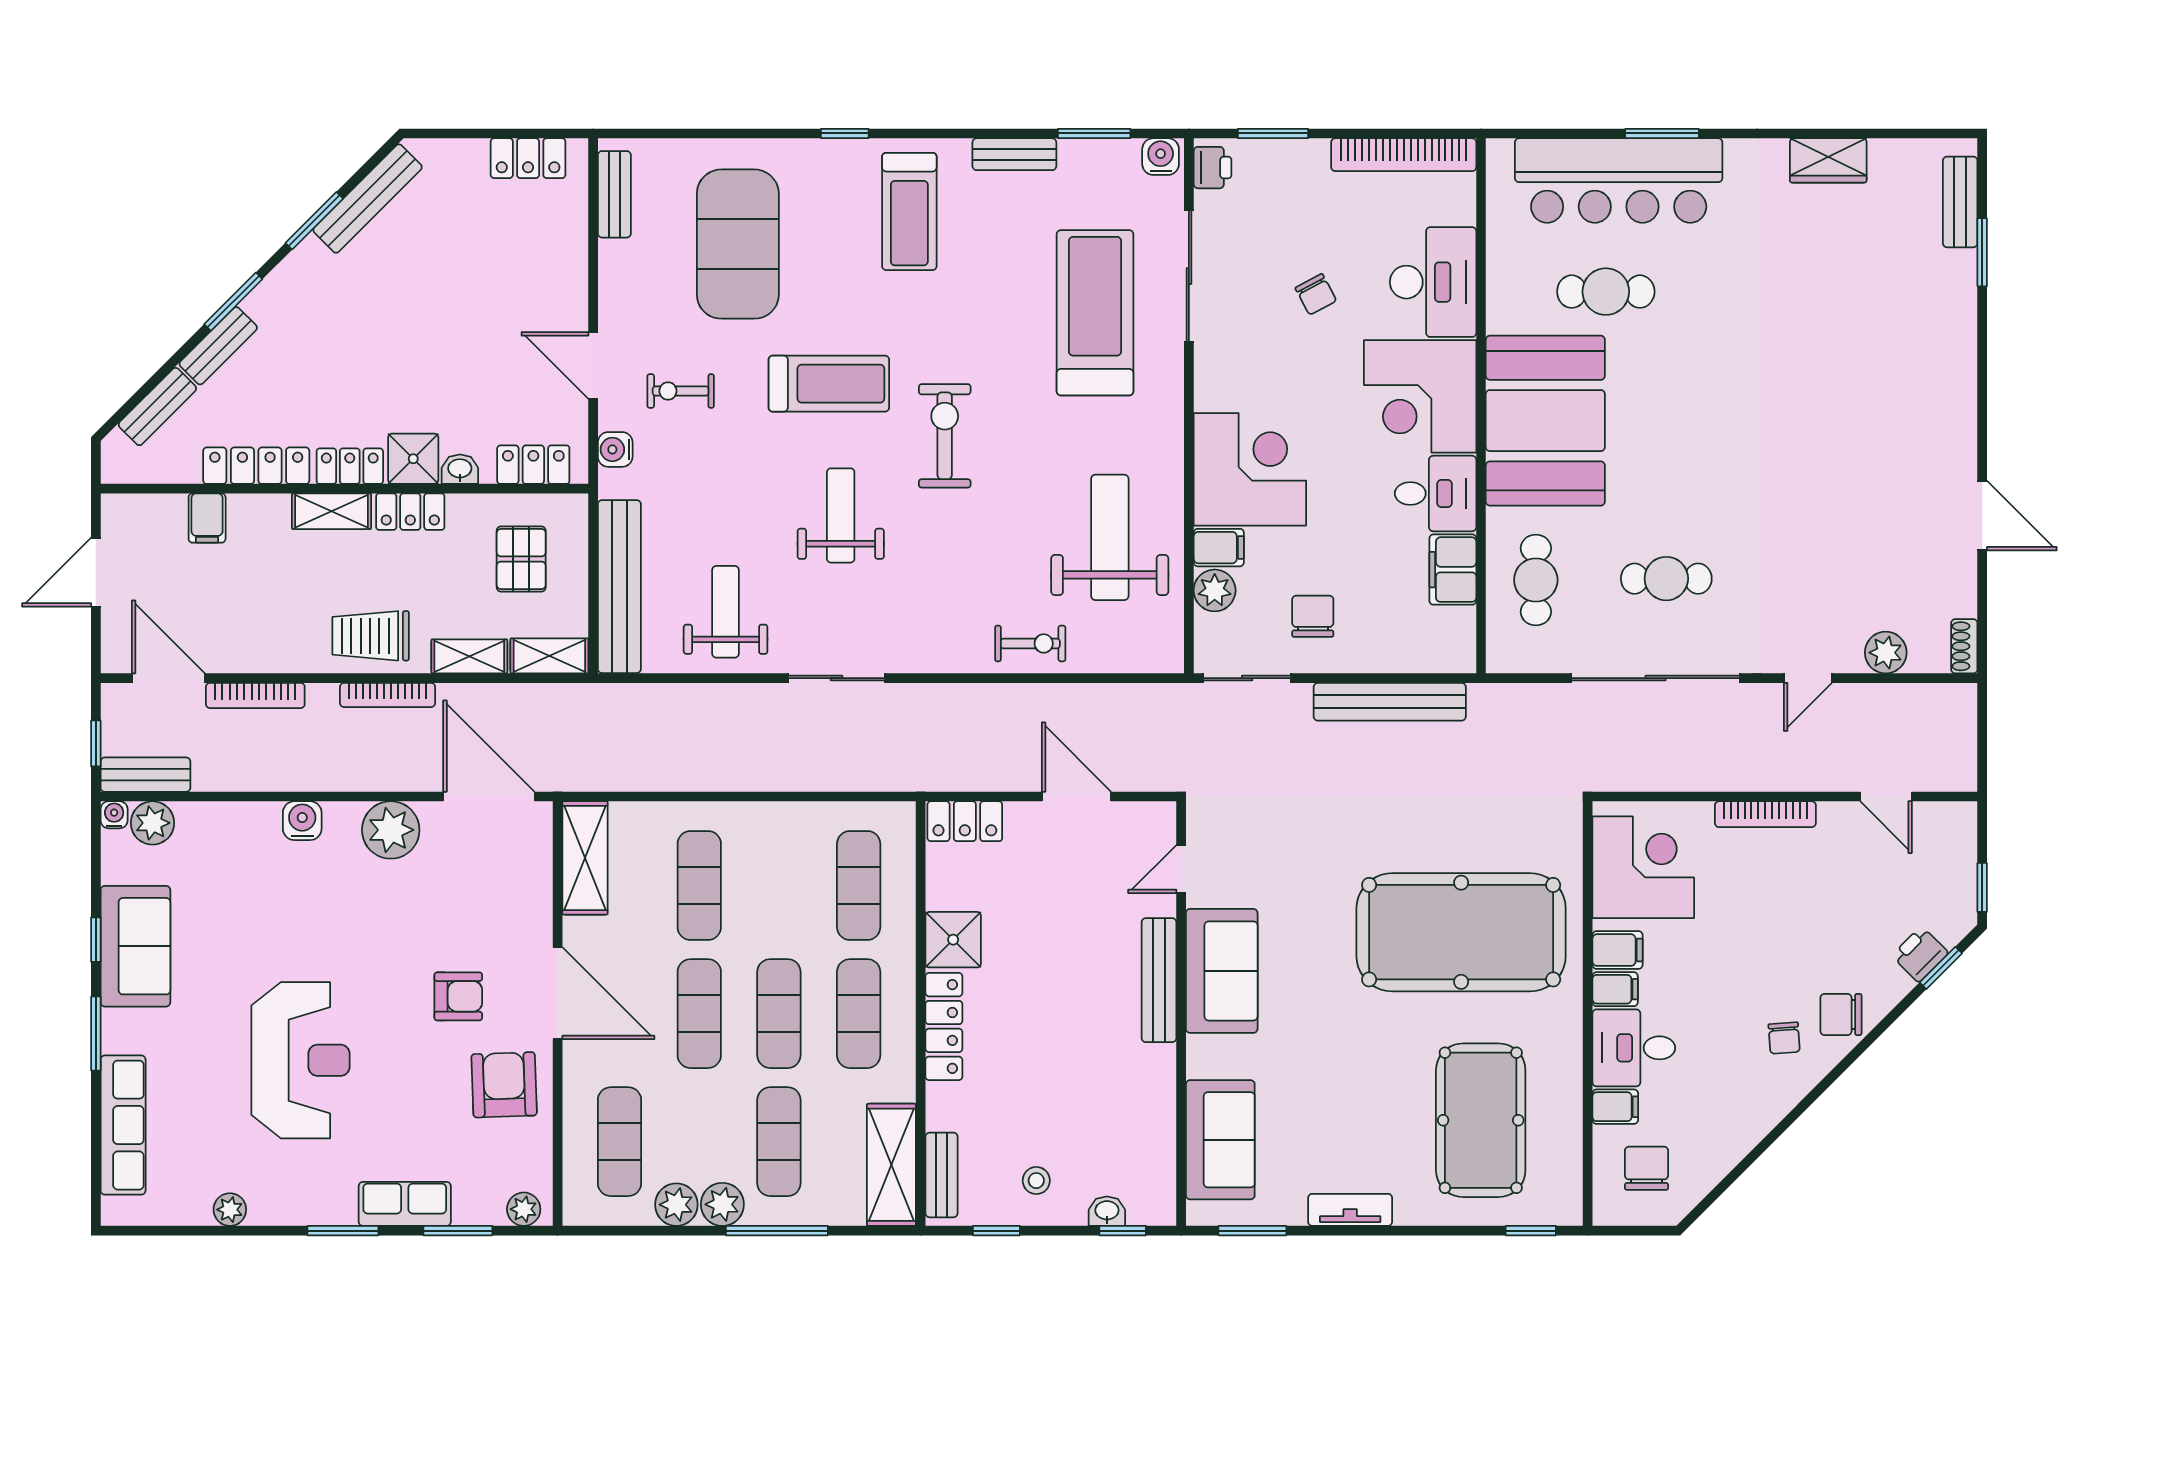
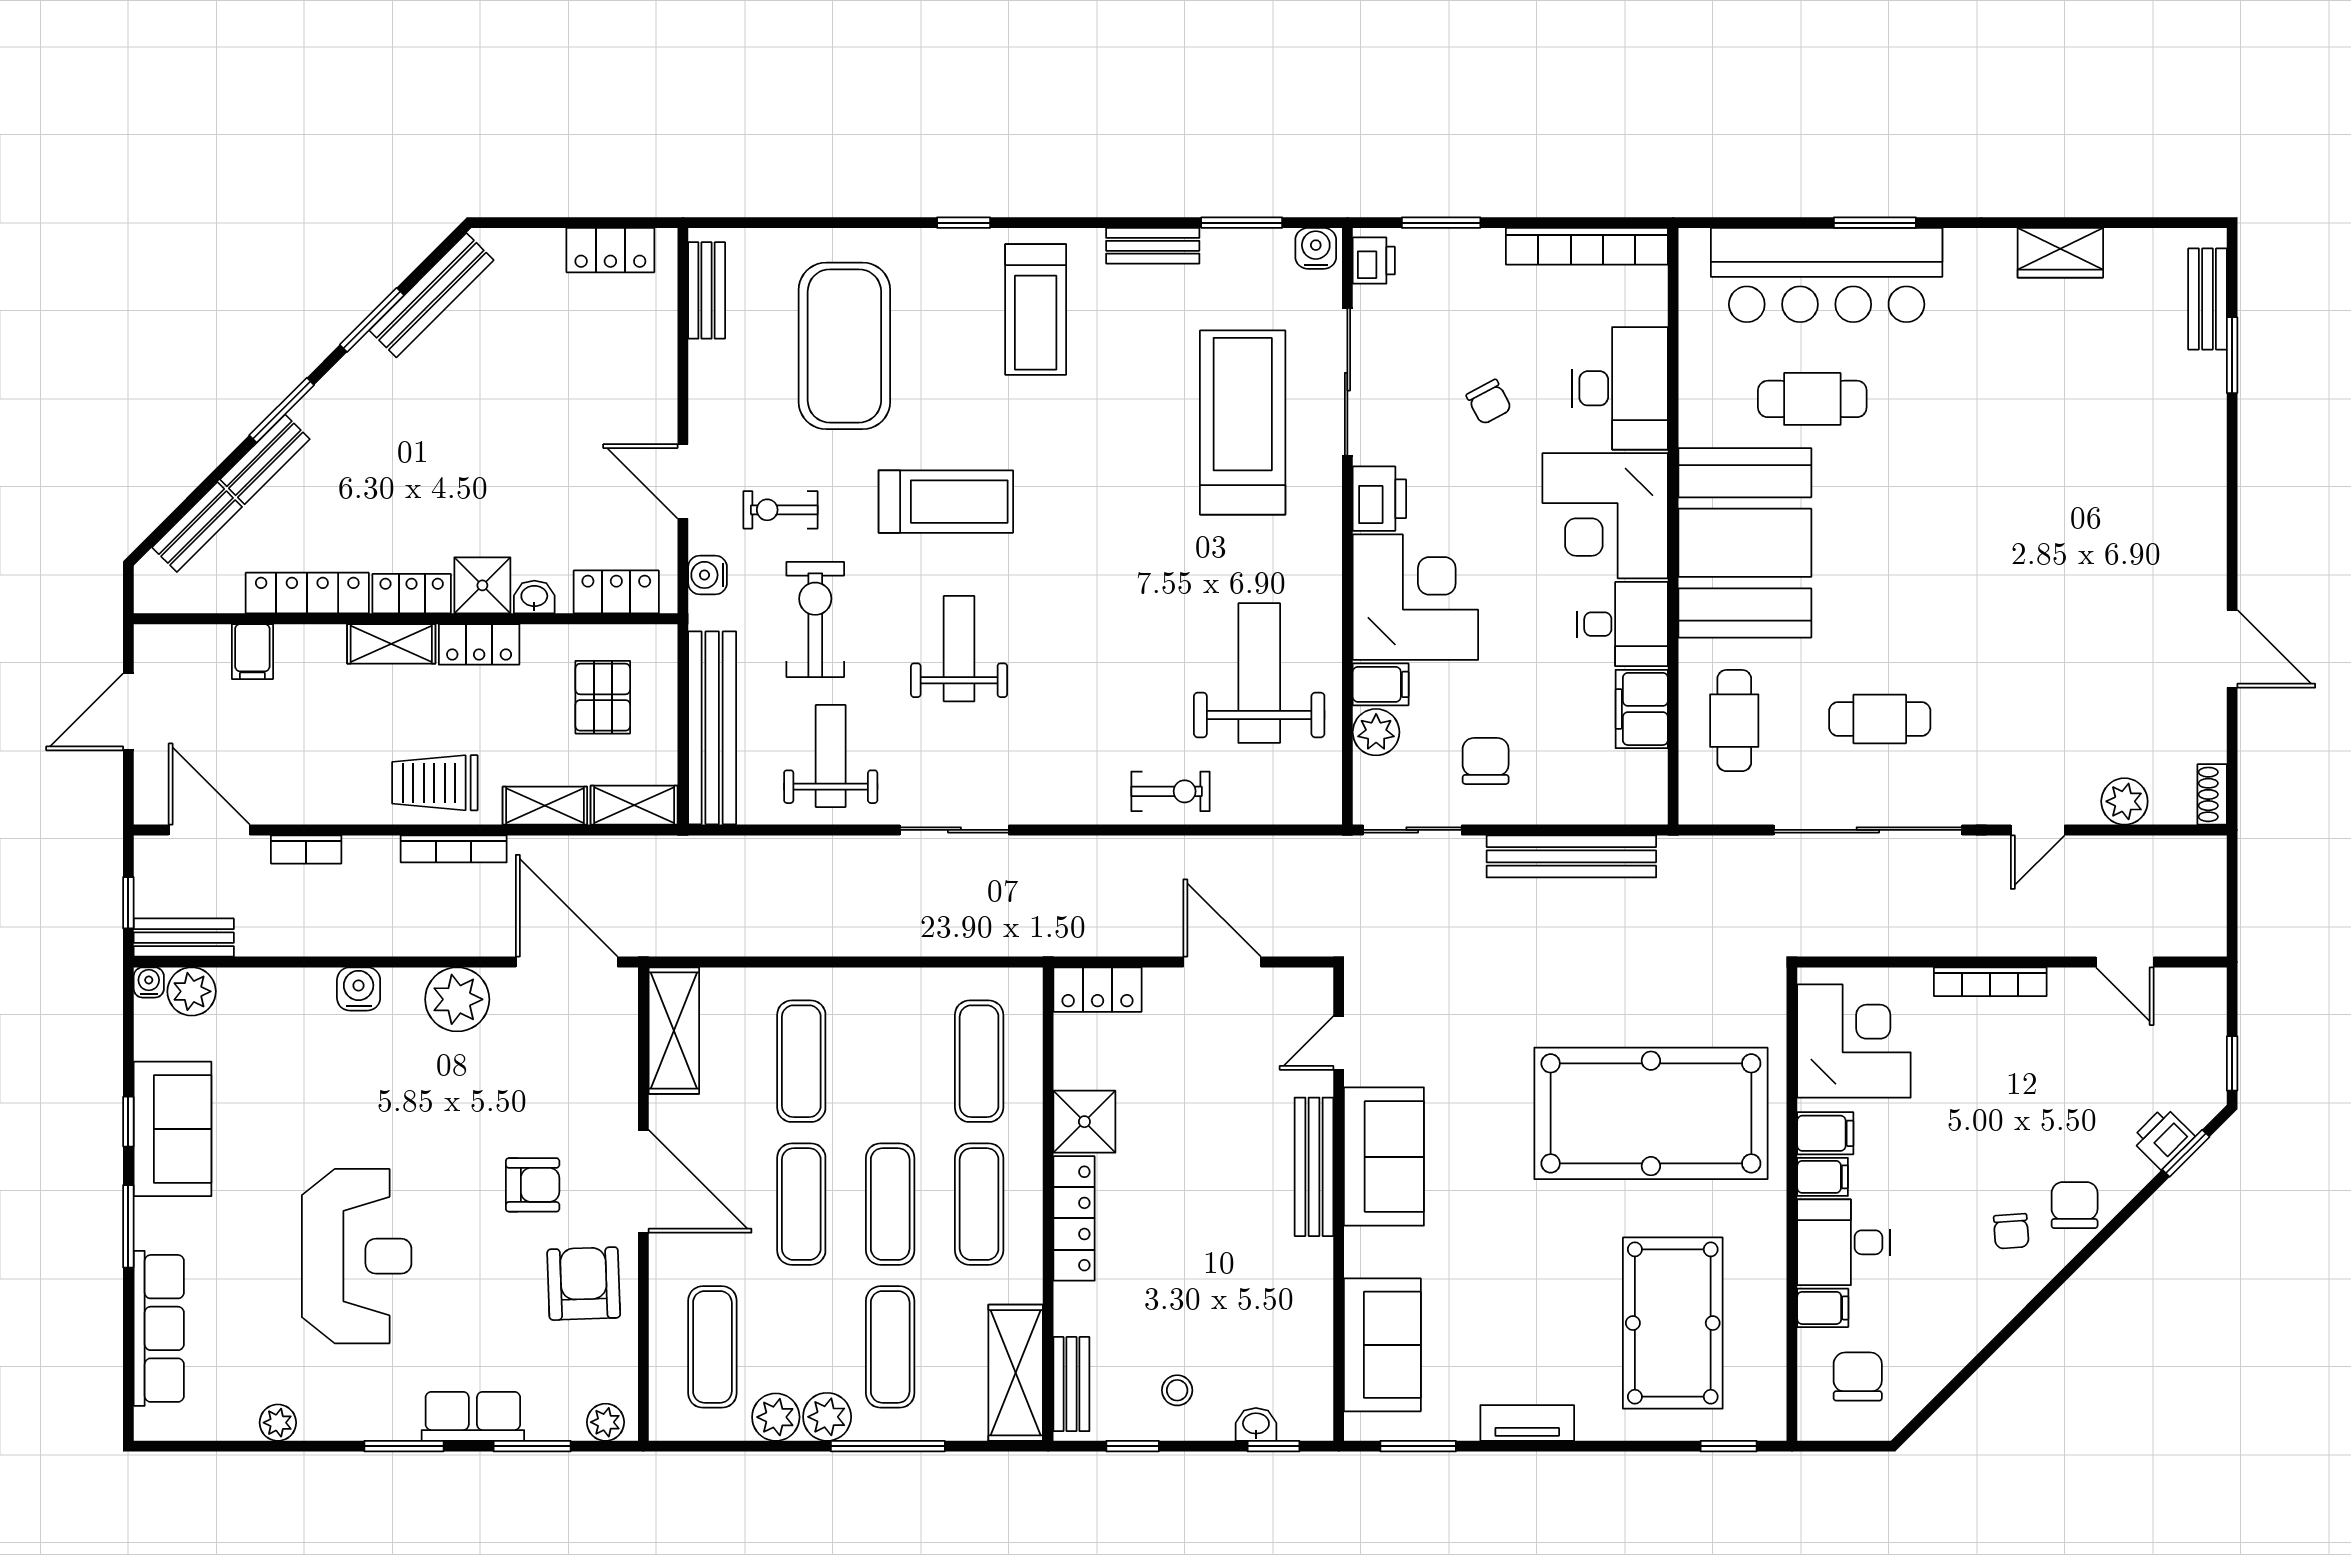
printer: (1218, 381) -> (1379, 499), added
exercise bike: (945, 436) -> (815, 619), moved
bookcase: (255, 696) -> (306, 849), width x0.64
chair: (1841, 1014) -> (2075, 1205), turned 90

